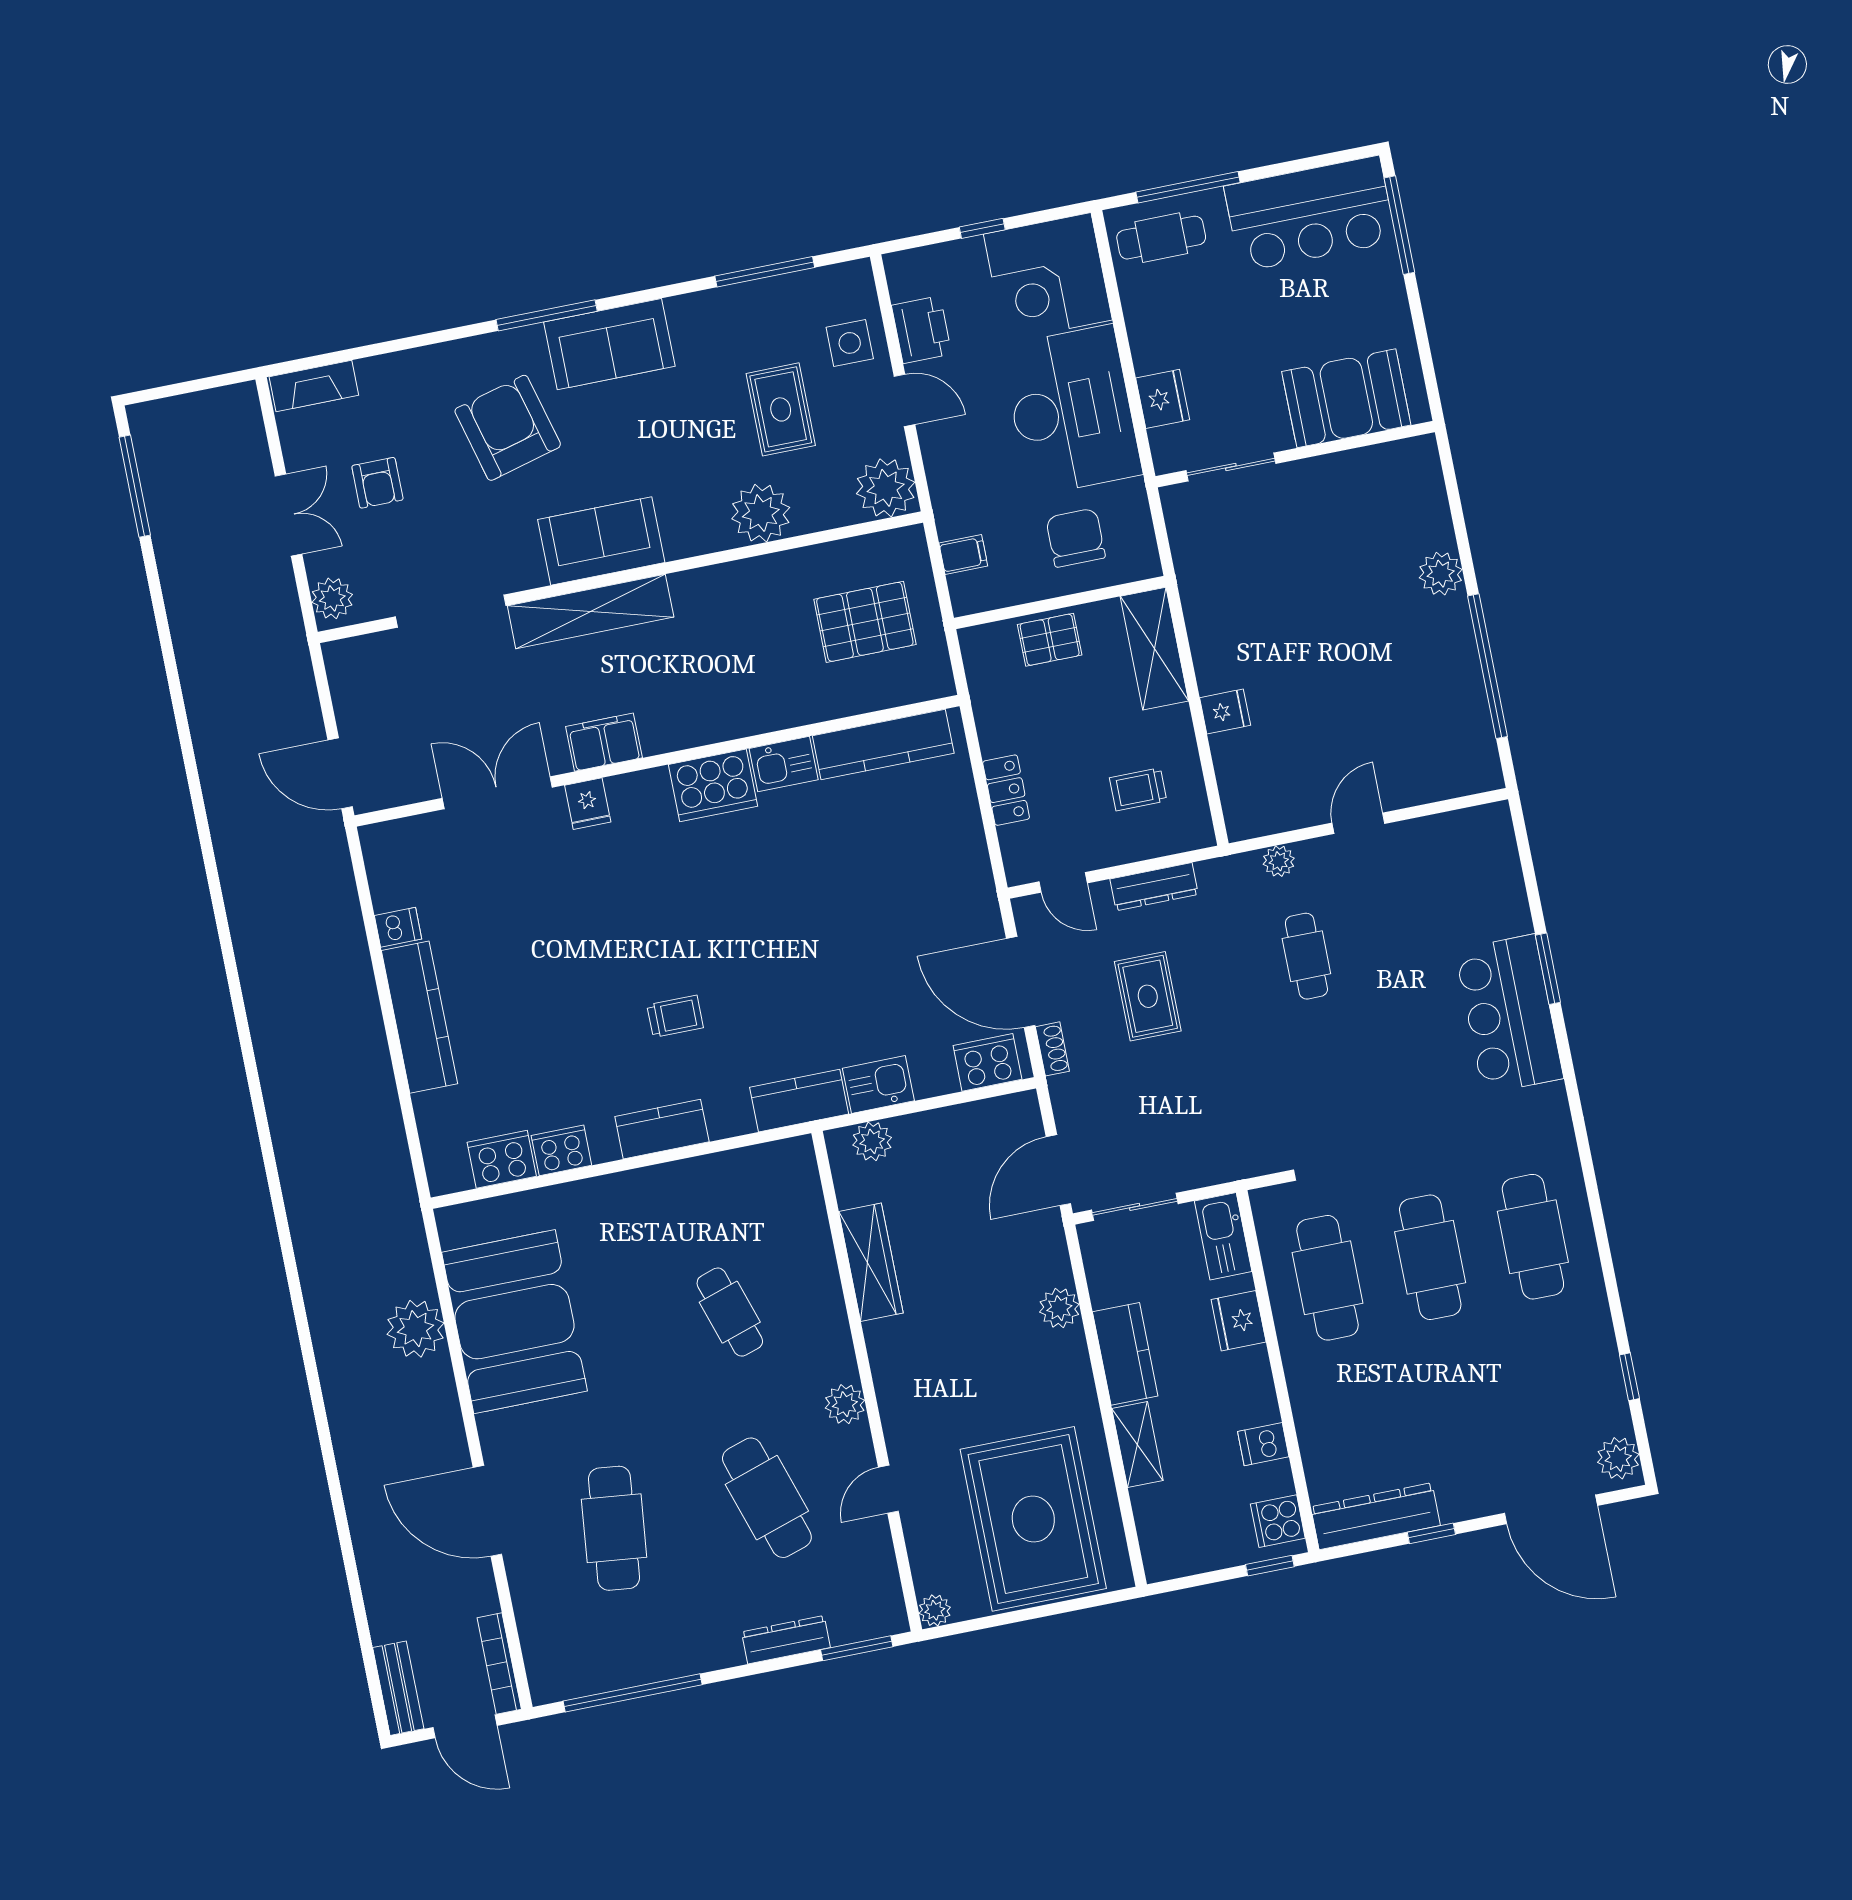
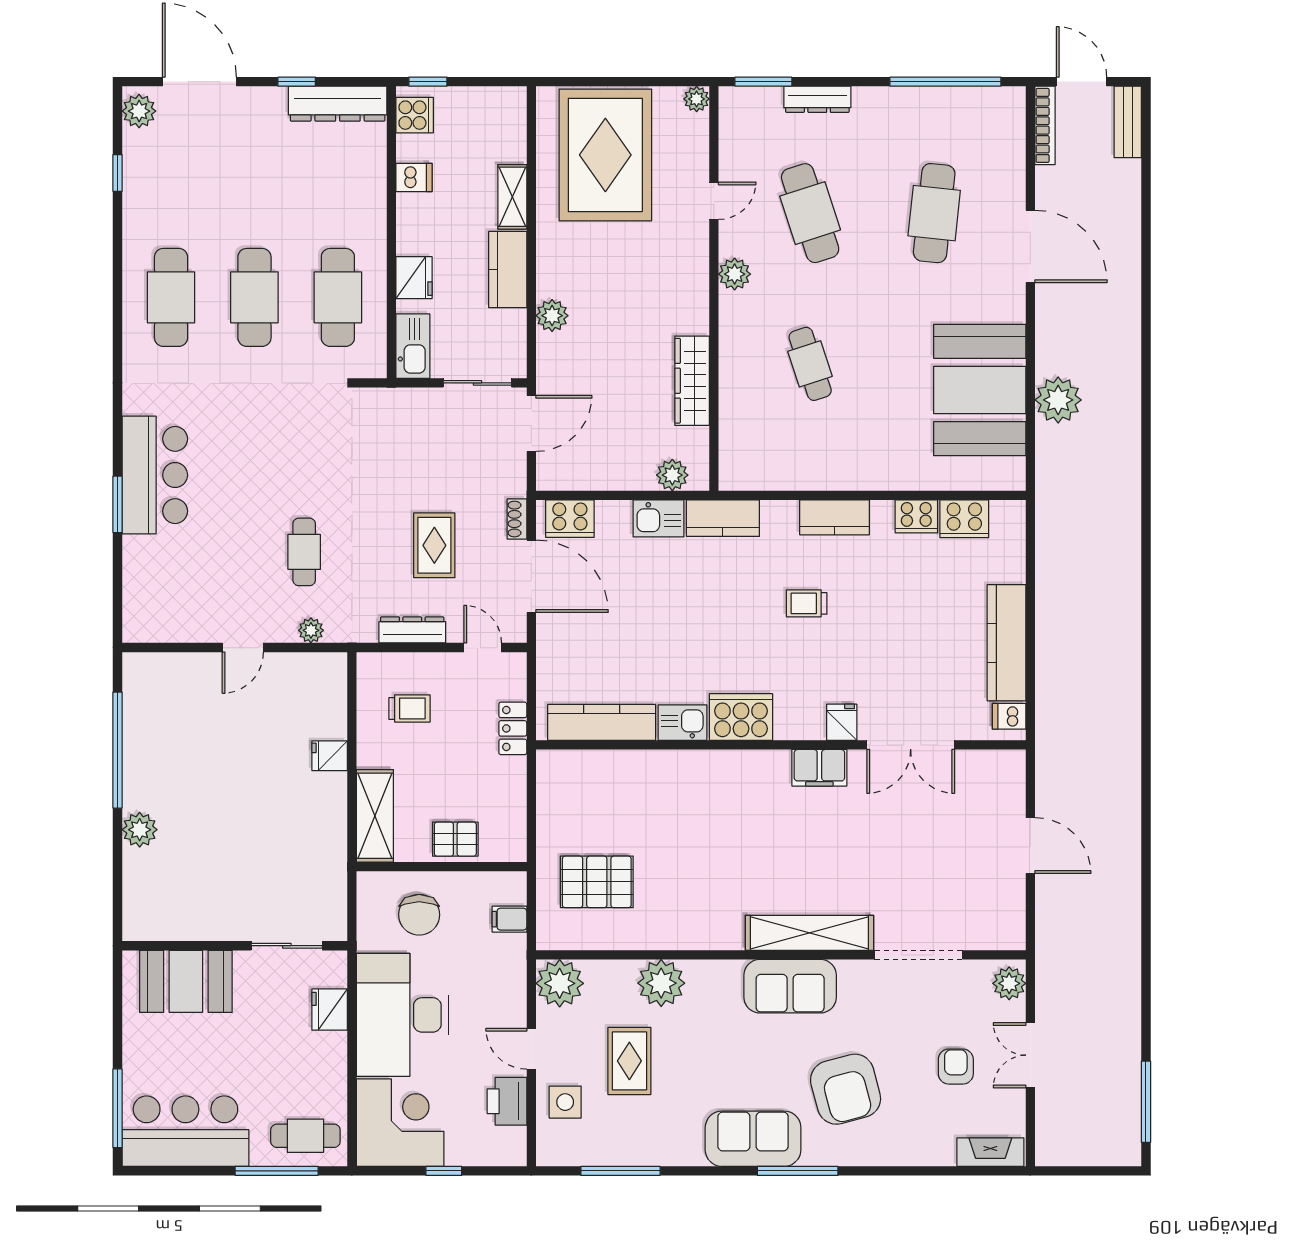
filing cabinet: (604, 742) -> (819, 768), moved
kitchen counter: (883, 745) -> (602, 722), moved
wall: (657, 761) -> (781, 745), moved
kitchen sink: (784, 764) -> (683, 723), moved
cooker: (713, 785) -> (741, 717), moved
double door: (497, 793) -> (911, 745), moved
fridge: (588, 804) -> (842, 722), moved

